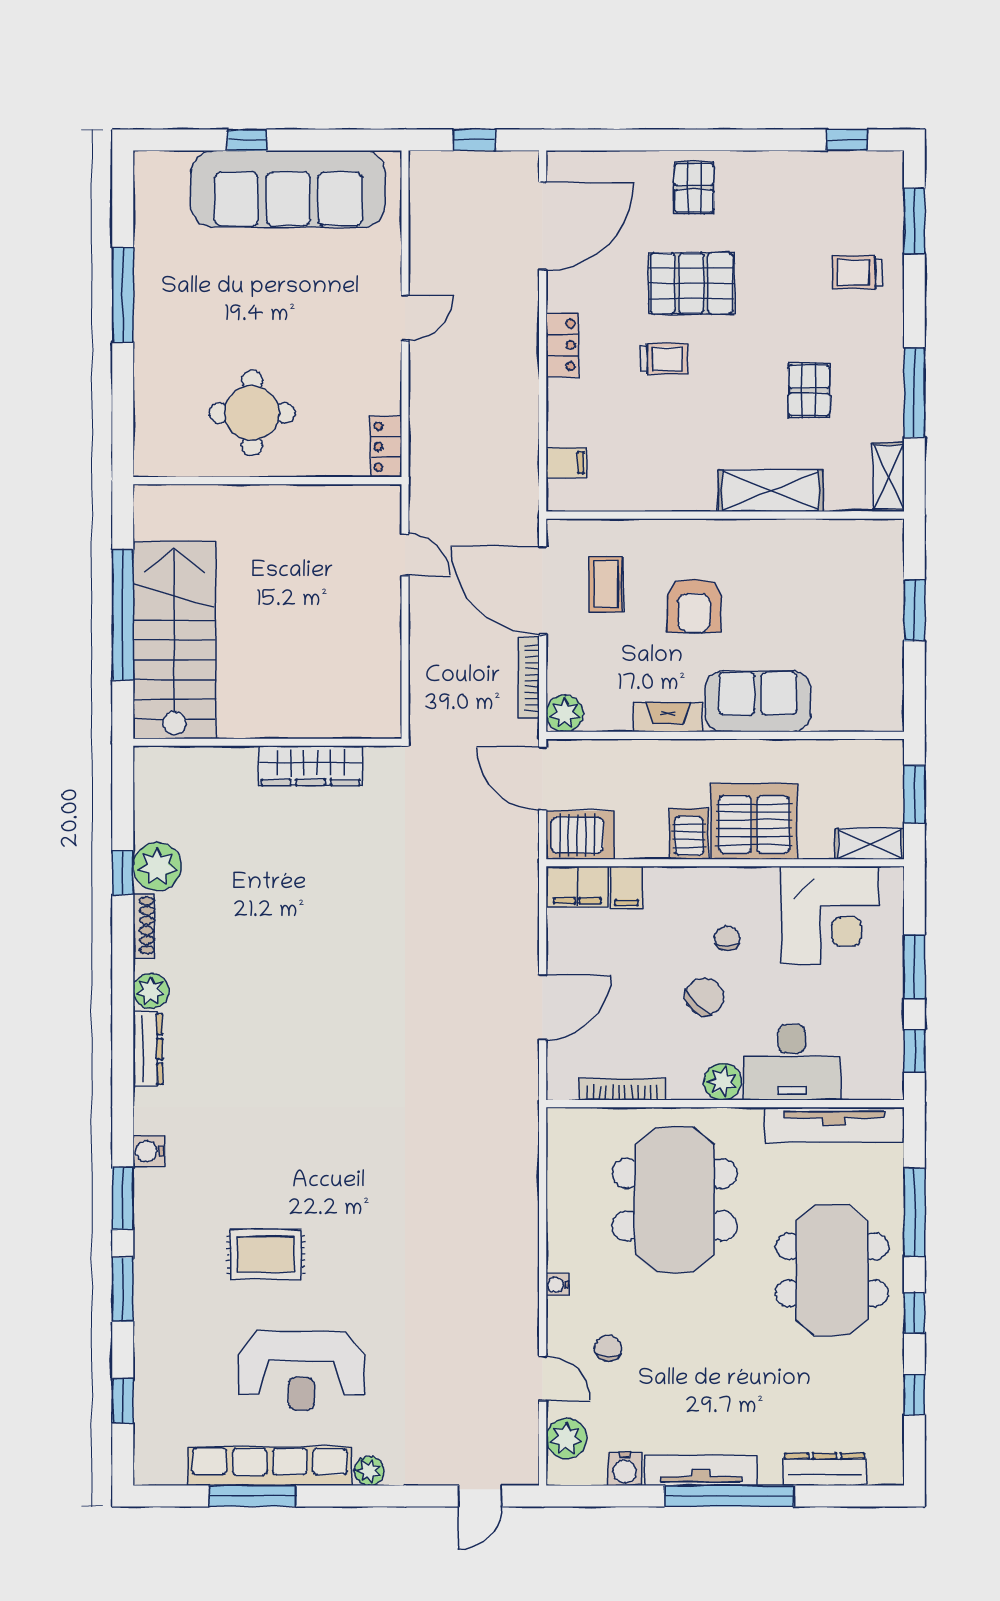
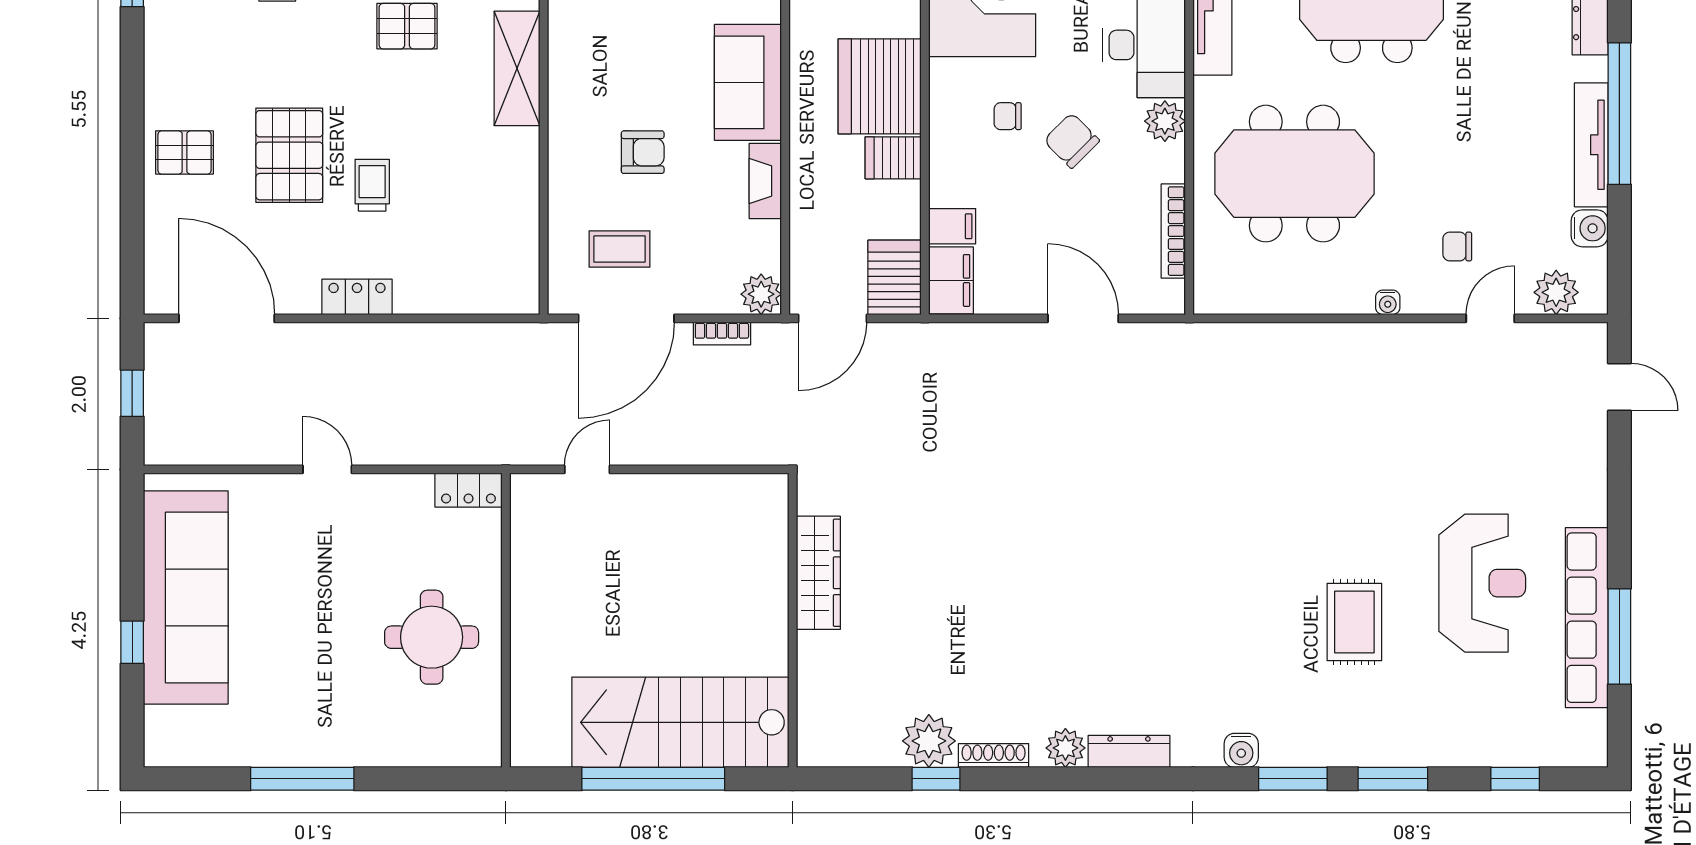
filing cabinet: (566, 463) -> (486, 292), removed
armchair: (694, 605) -> (643, 152), width x0.72, depth x0.72
bookcase: (529, 678) -> (722, 334), width x0.64
plant: (369, 1471) -> (1592, 509), removed

